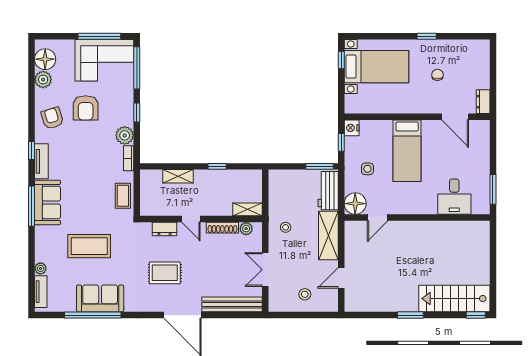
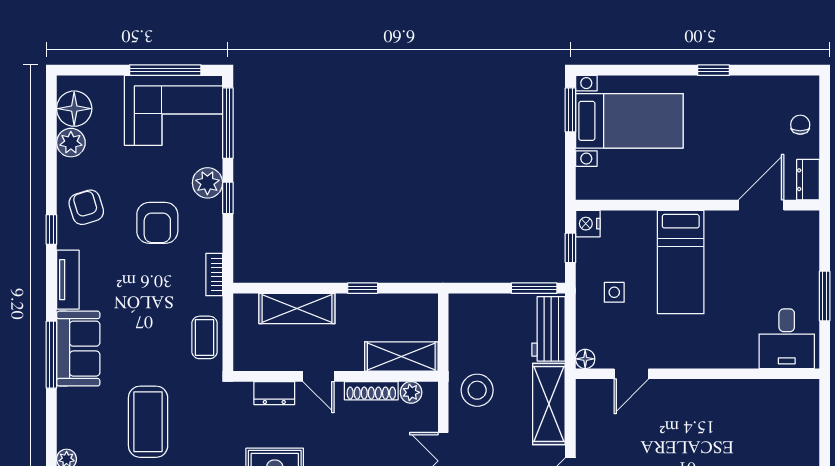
window: (341, 60) -> (570, 110), width x1.50
chair: (437, 75) -> (800, 125), moved
armchair: (86, 108) -> (157, 223), moved
door: (455, 117) -> (761, 205), swing flipped
plant: (125, 135) -> (207, 183), moved
window: (31, 150) -> (51, 230), moved
shelving: (178, 176) -> (297, 309), width x1.50, depth x1.33
window: (493, 189) -> (825, 296), moved
desk: (454, 197) -> (787, 339), moved
floor lamp: (355, 204) -> (585, 359), width x0.53, depth x0.53
shelving: (248, 209) -> (401, 356), width x1.50, depth x1.33
stool: (286, 227) -> (477, 390), width x1.89, depth x1.89
coffee table: (89, 246) -> (148, 422), turned 90

